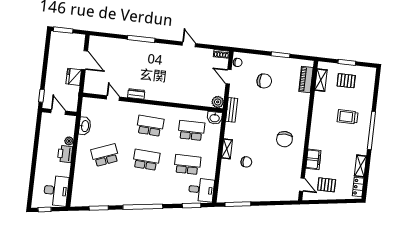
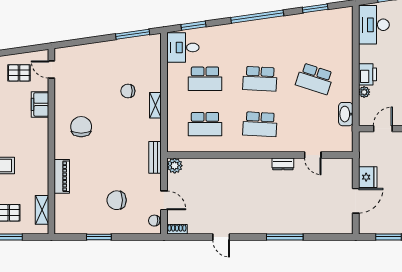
door: (85, 60) -> (356, 201), swing flipped
piano: (306, 80) -> (62, 176), moved
door: (58, 112) -> (383, 129), swing flipped
washbasin: (215, 118) -> (176, 144), removed
school desk: (105, 155) -> (315, 79), turned 39

